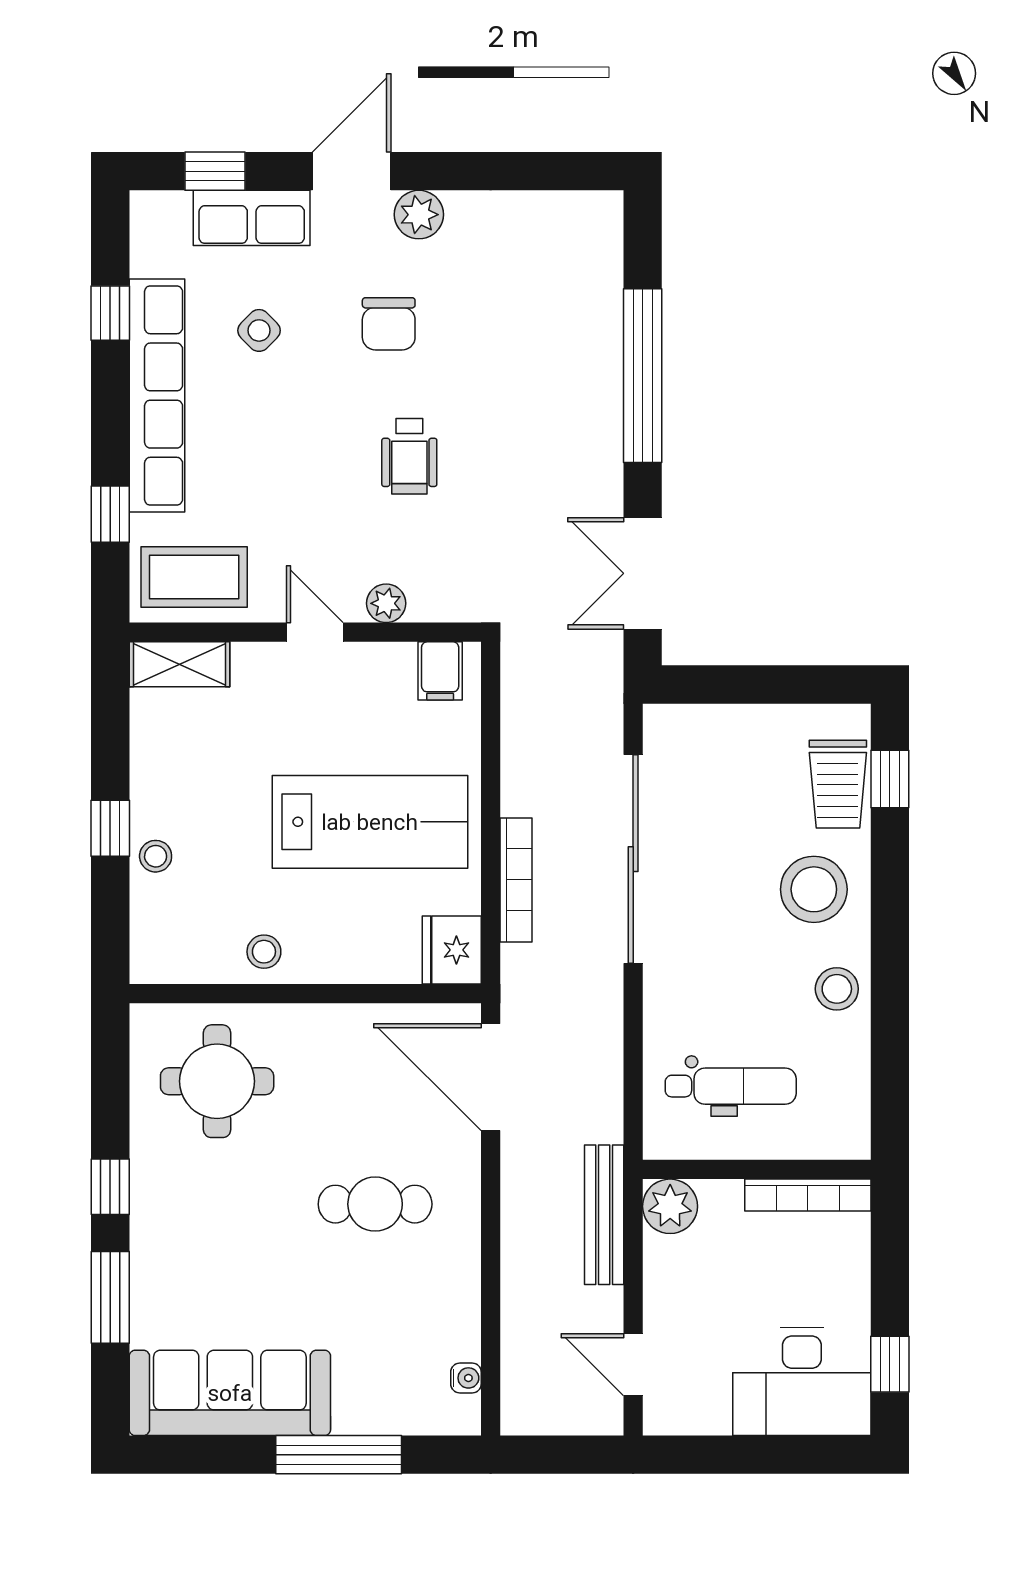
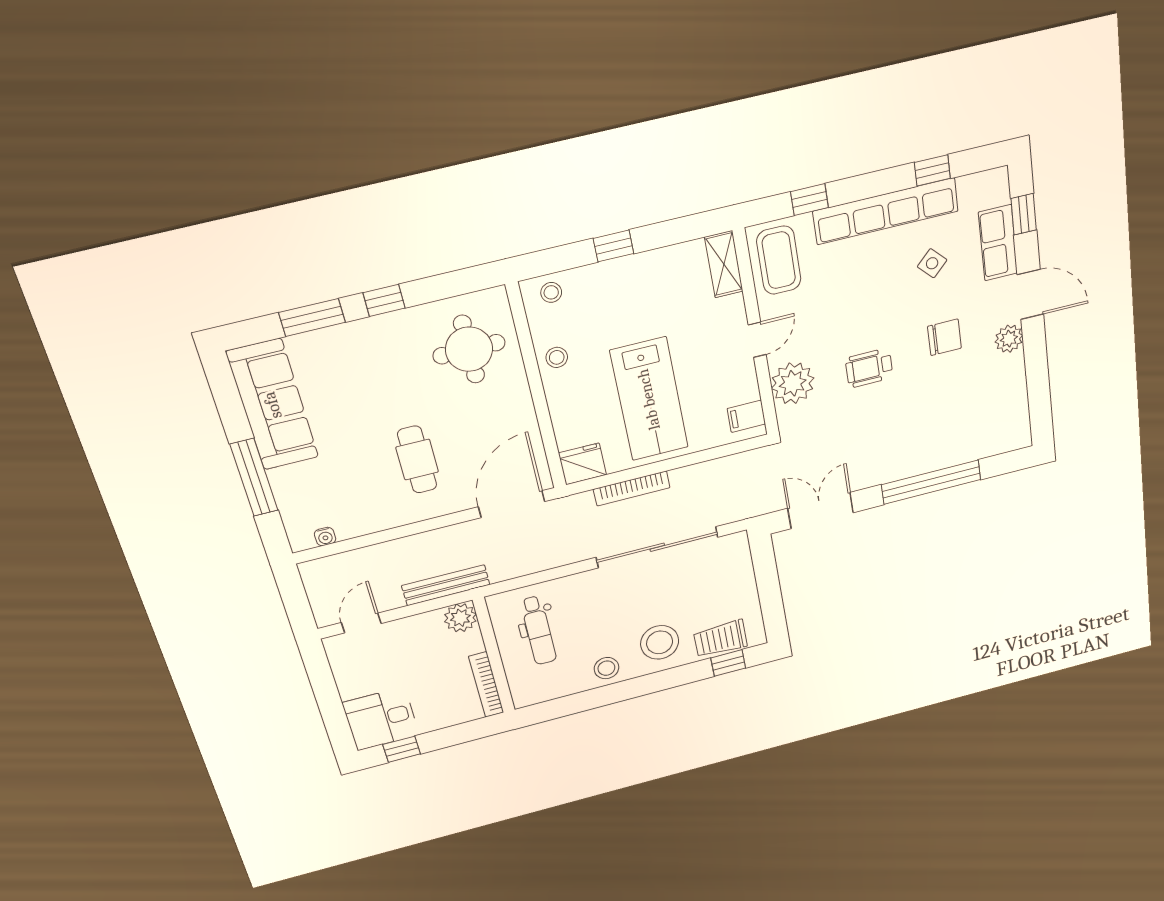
chair: (389, 324) -> (944, 337), turned 180
plant: (386, 603) -> (793, 383), width x1.87, depth x1.87
stool: (156, 856) -> (551, 292), moved
desk: (802, 1381) -> (381, 719), width x0.73

